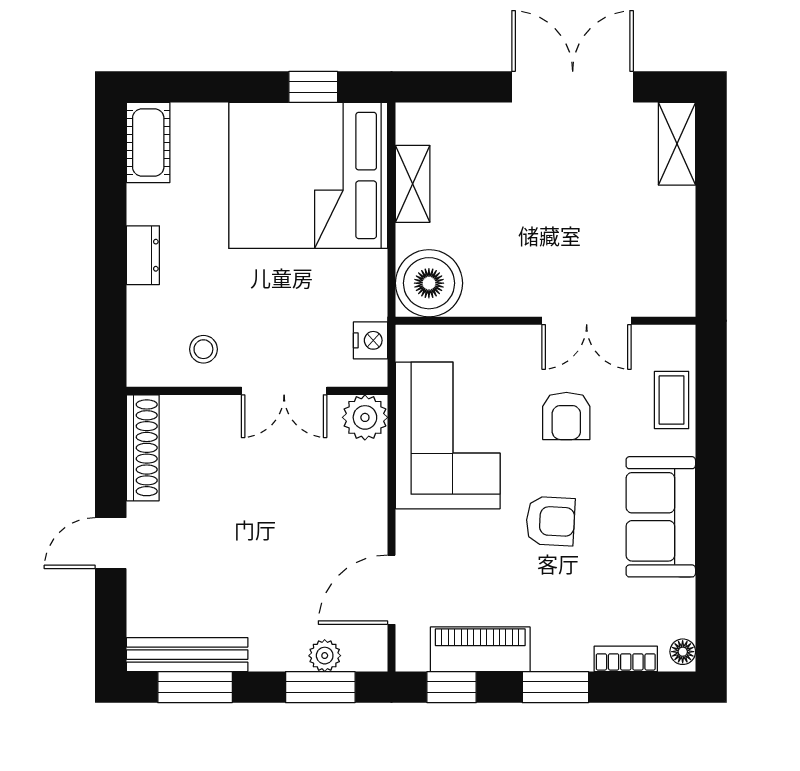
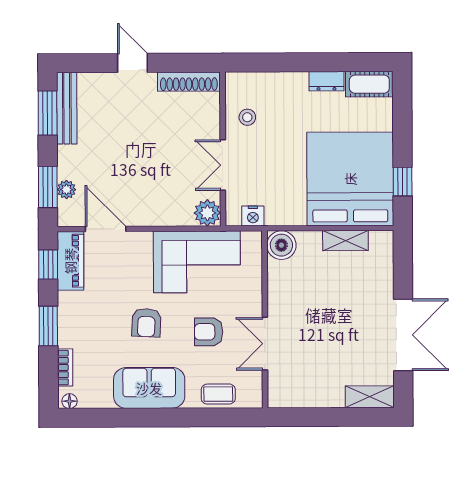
dresser: (143, 255) -> (326, 81), moved
boiler: (429, 283) -> (281, 245), width x0.73, depth x0.73
piano: (480, 649) -> (70, 261), moved

